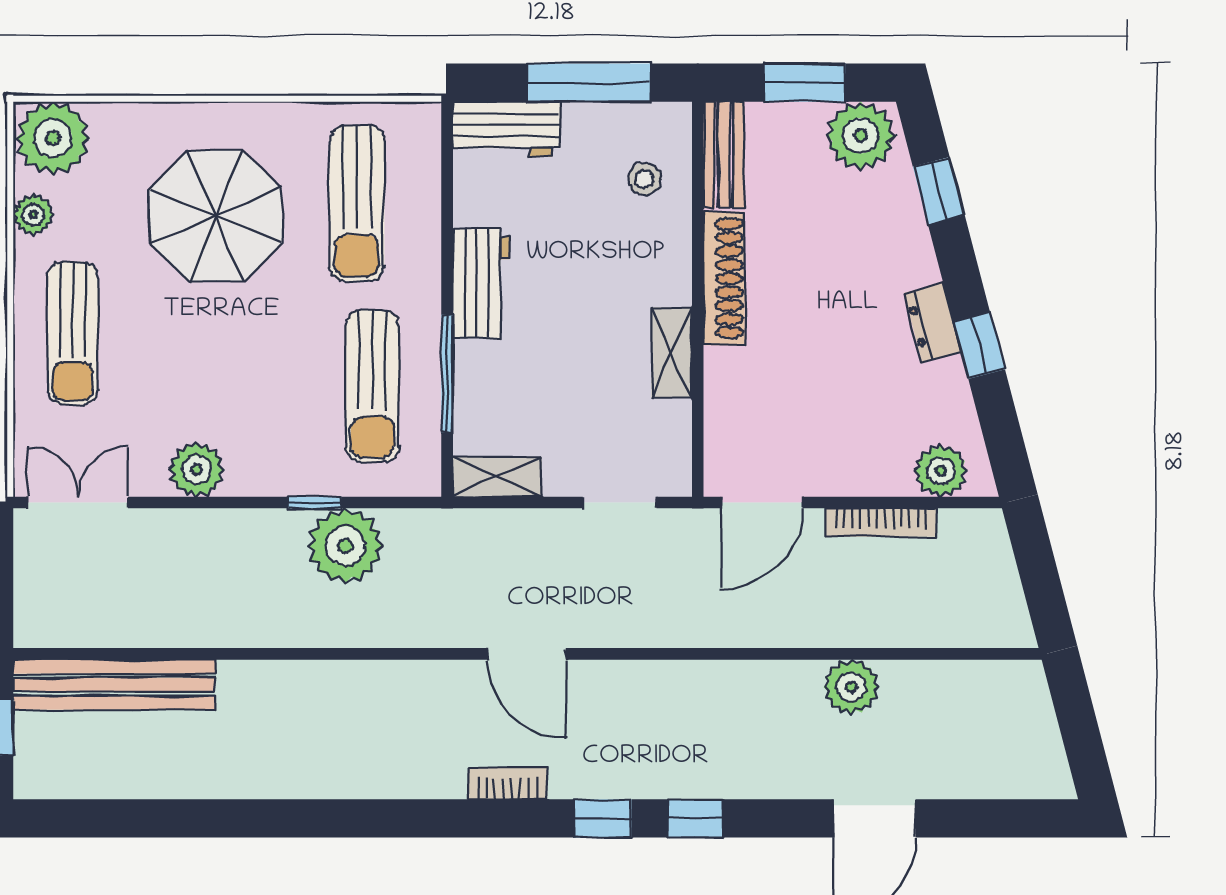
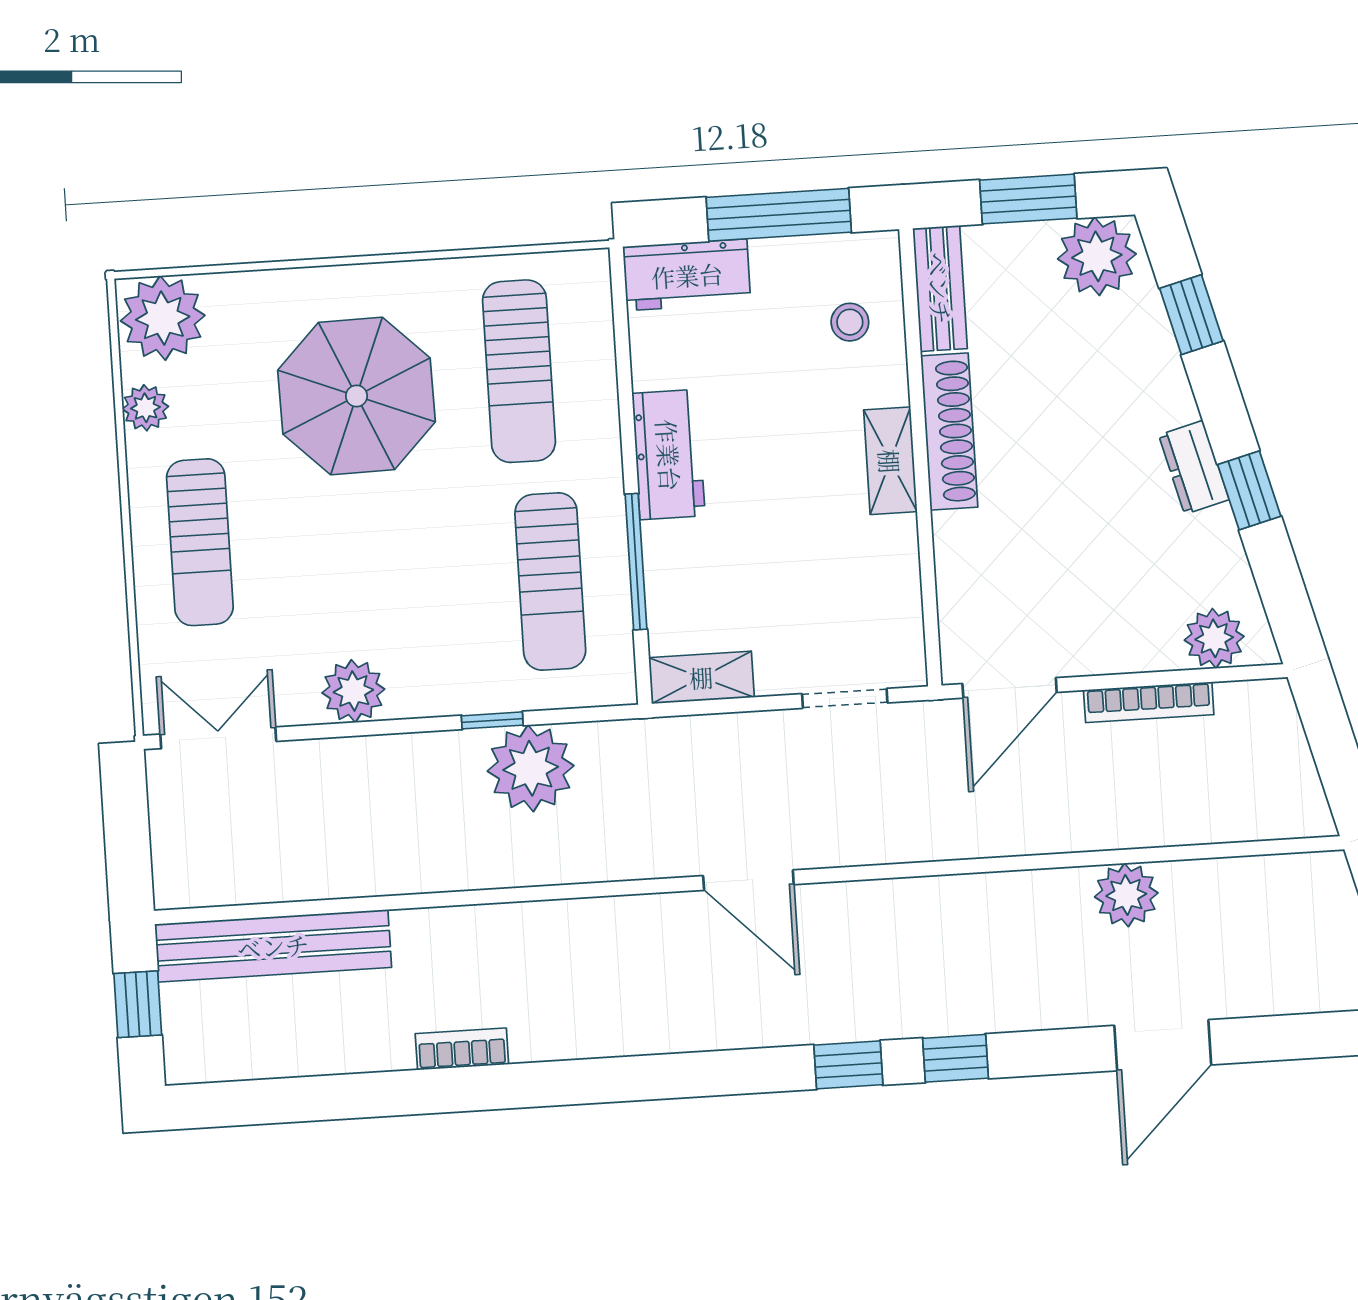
shelving: (672, 353) -> (890, 461), moved
bookcase: (508, 784) -> (462, 1049), moved

